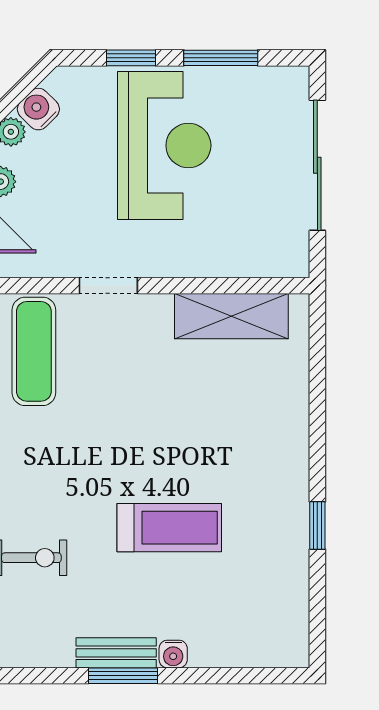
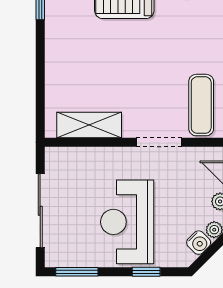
window: (221, 58) -> (77, 272), moved
doorway: (108, 286) -> (159, 142), width x1.38

